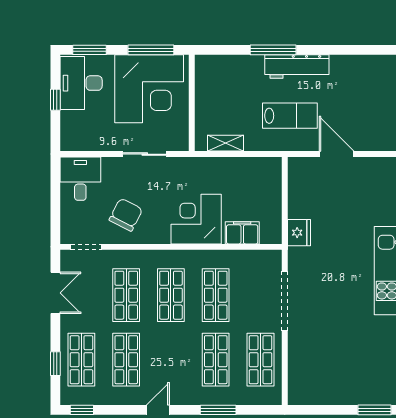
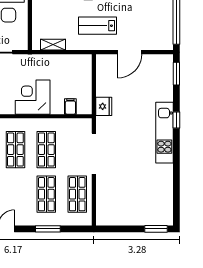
lab bench: (290, 116) -> (98, 26), turned 180
door: (337, 154) -> (130, 52), swing flipped
filing cabinet: (242, 233) -> (70, 107), width x0.50

